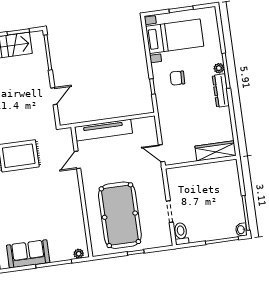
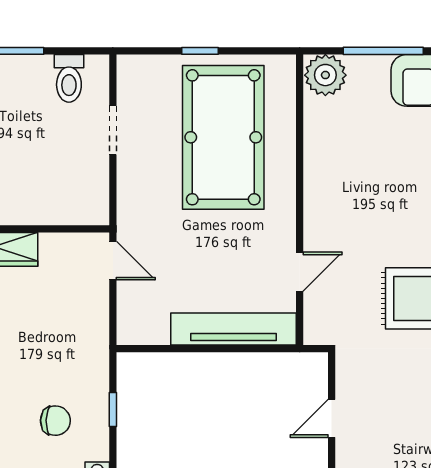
toilet: (181, 234) -> (69, 78), moved
plant: (79, 254) -> (325, 75), width x1.88, depth x1.88

